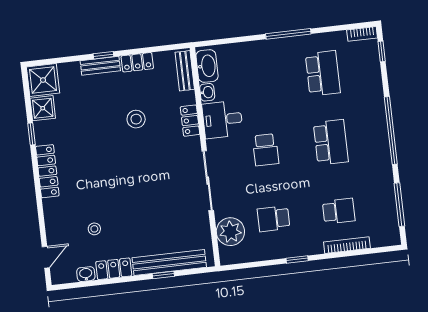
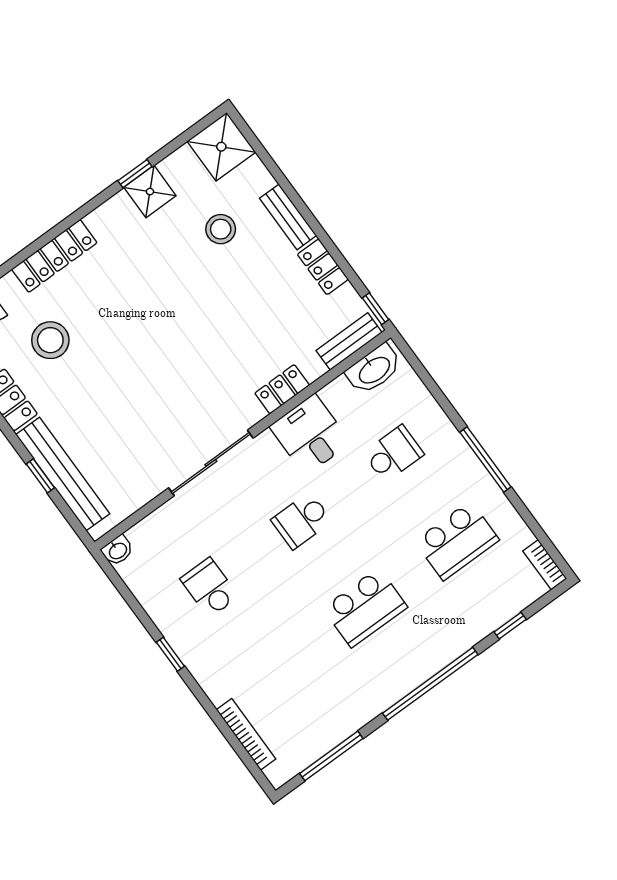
window: (382, 51) -> (510, 626), moved
window: (103, 55) -> (376, 309), moved
washbasin: (207, 92) -> (118, 550), moved
shower: (43, 108) -> (150, 192), moved
stool: (136, 119) -> (221, 229), moved
locker: (47, 171) -> (54, 256), moved
school desk: (339, 211) -> (393, 454), moved, turned -90
stool: (94, 229) -> (50, 340), width x1.89, depth x1.89
plant: (230, 232) -> (156, 537), removed
bookcase: (347, 245) -> (246, 734), moved

